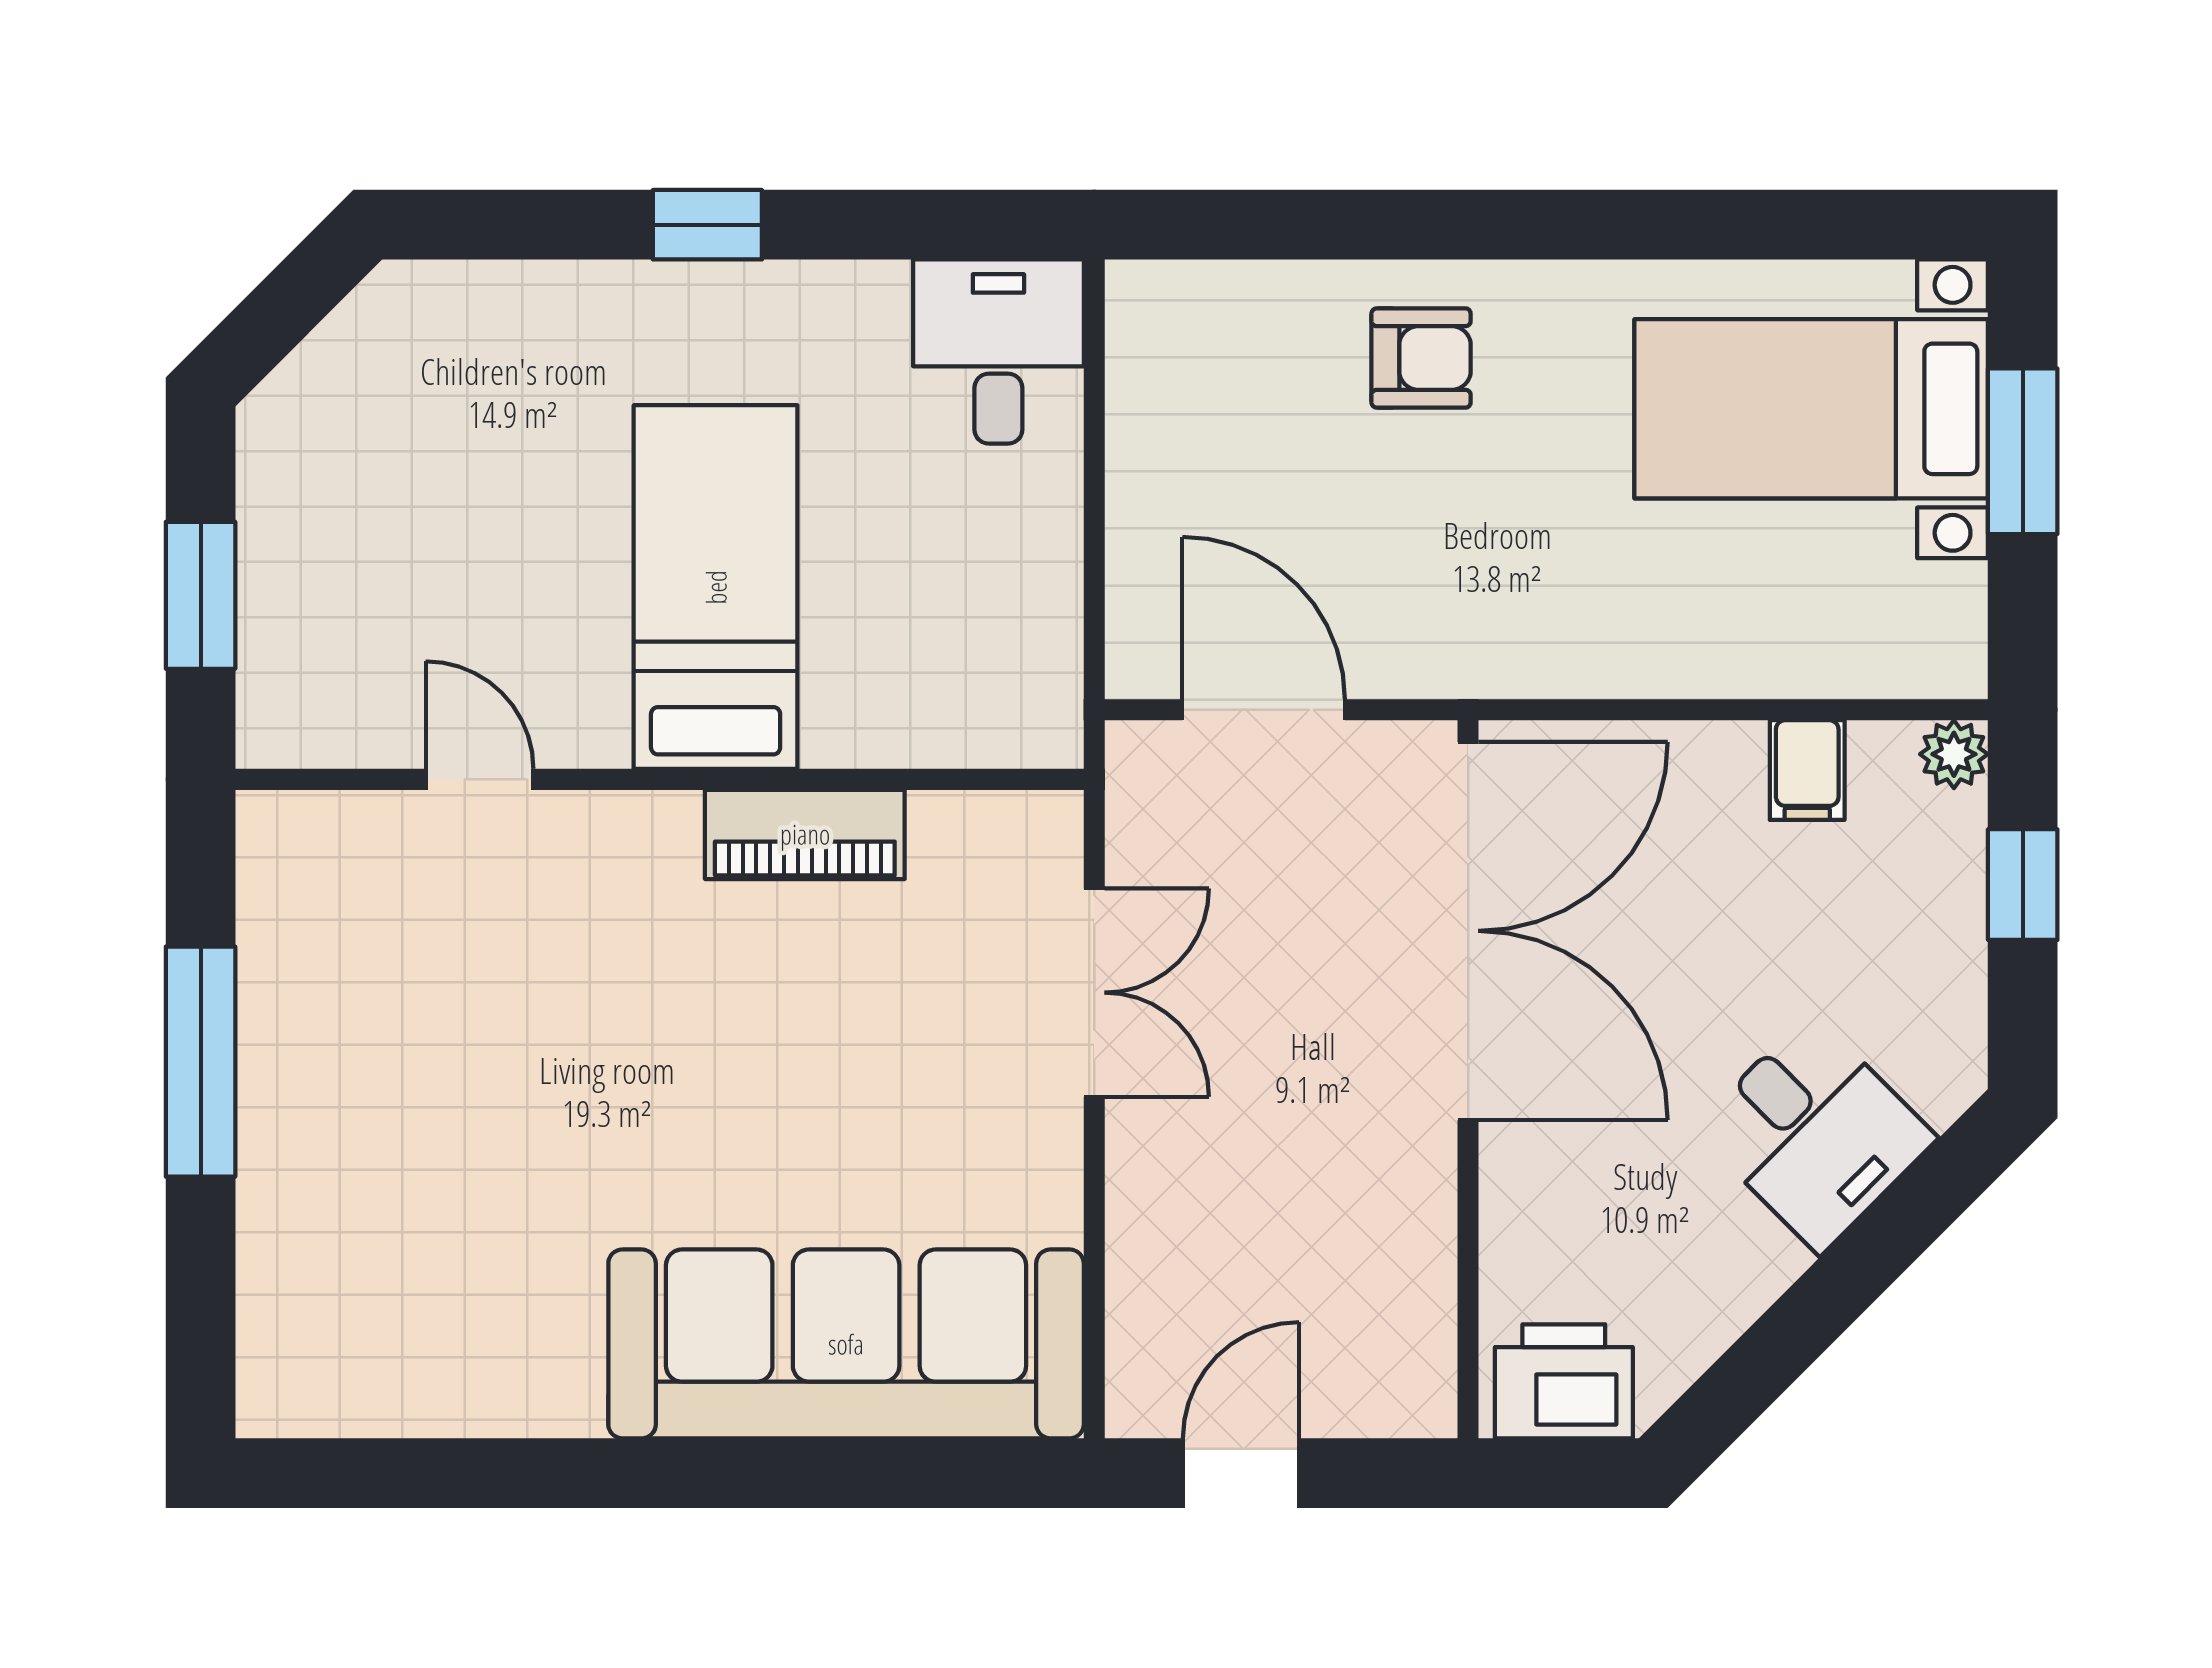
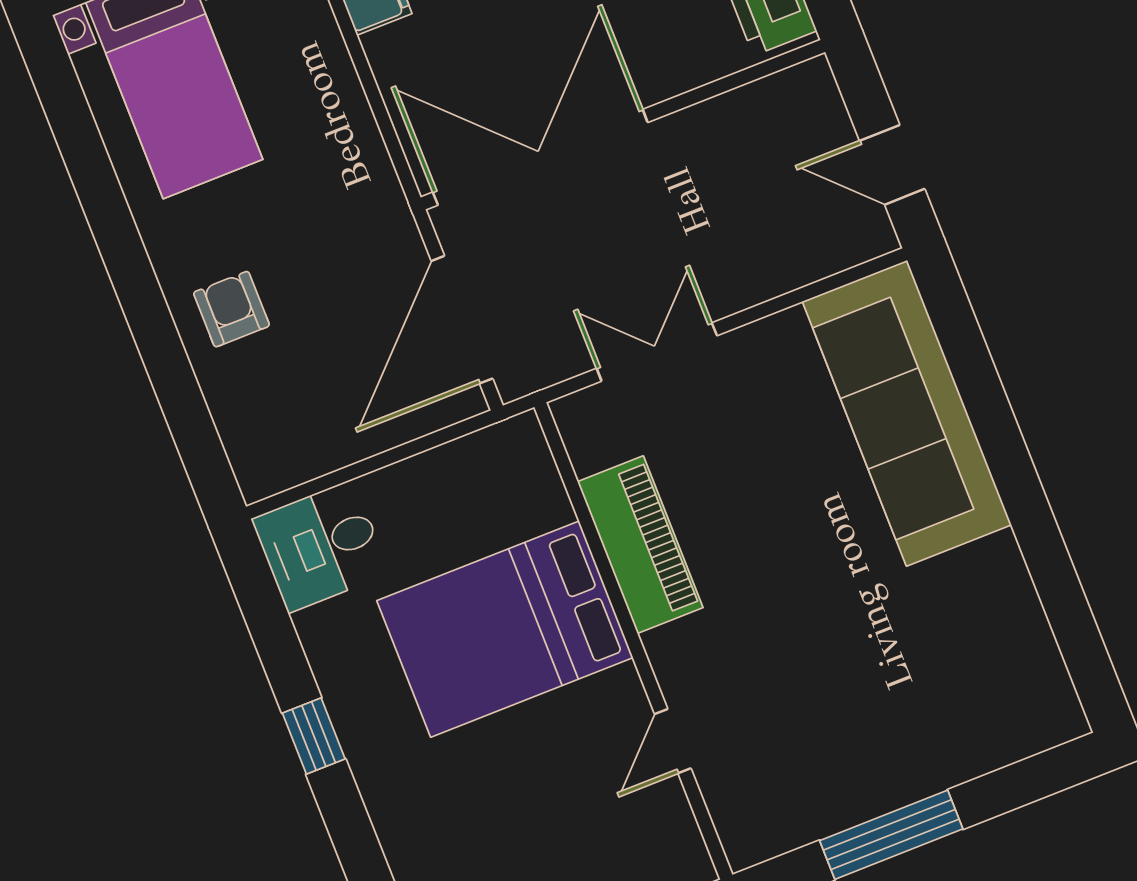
bed: (716, 587) -> (505, 629), width x1.50
door: (1264, 710) -> (462, 320), width x1.36
piano: (805, 834) -> (640, 545), width x1.37, depth x1.33

